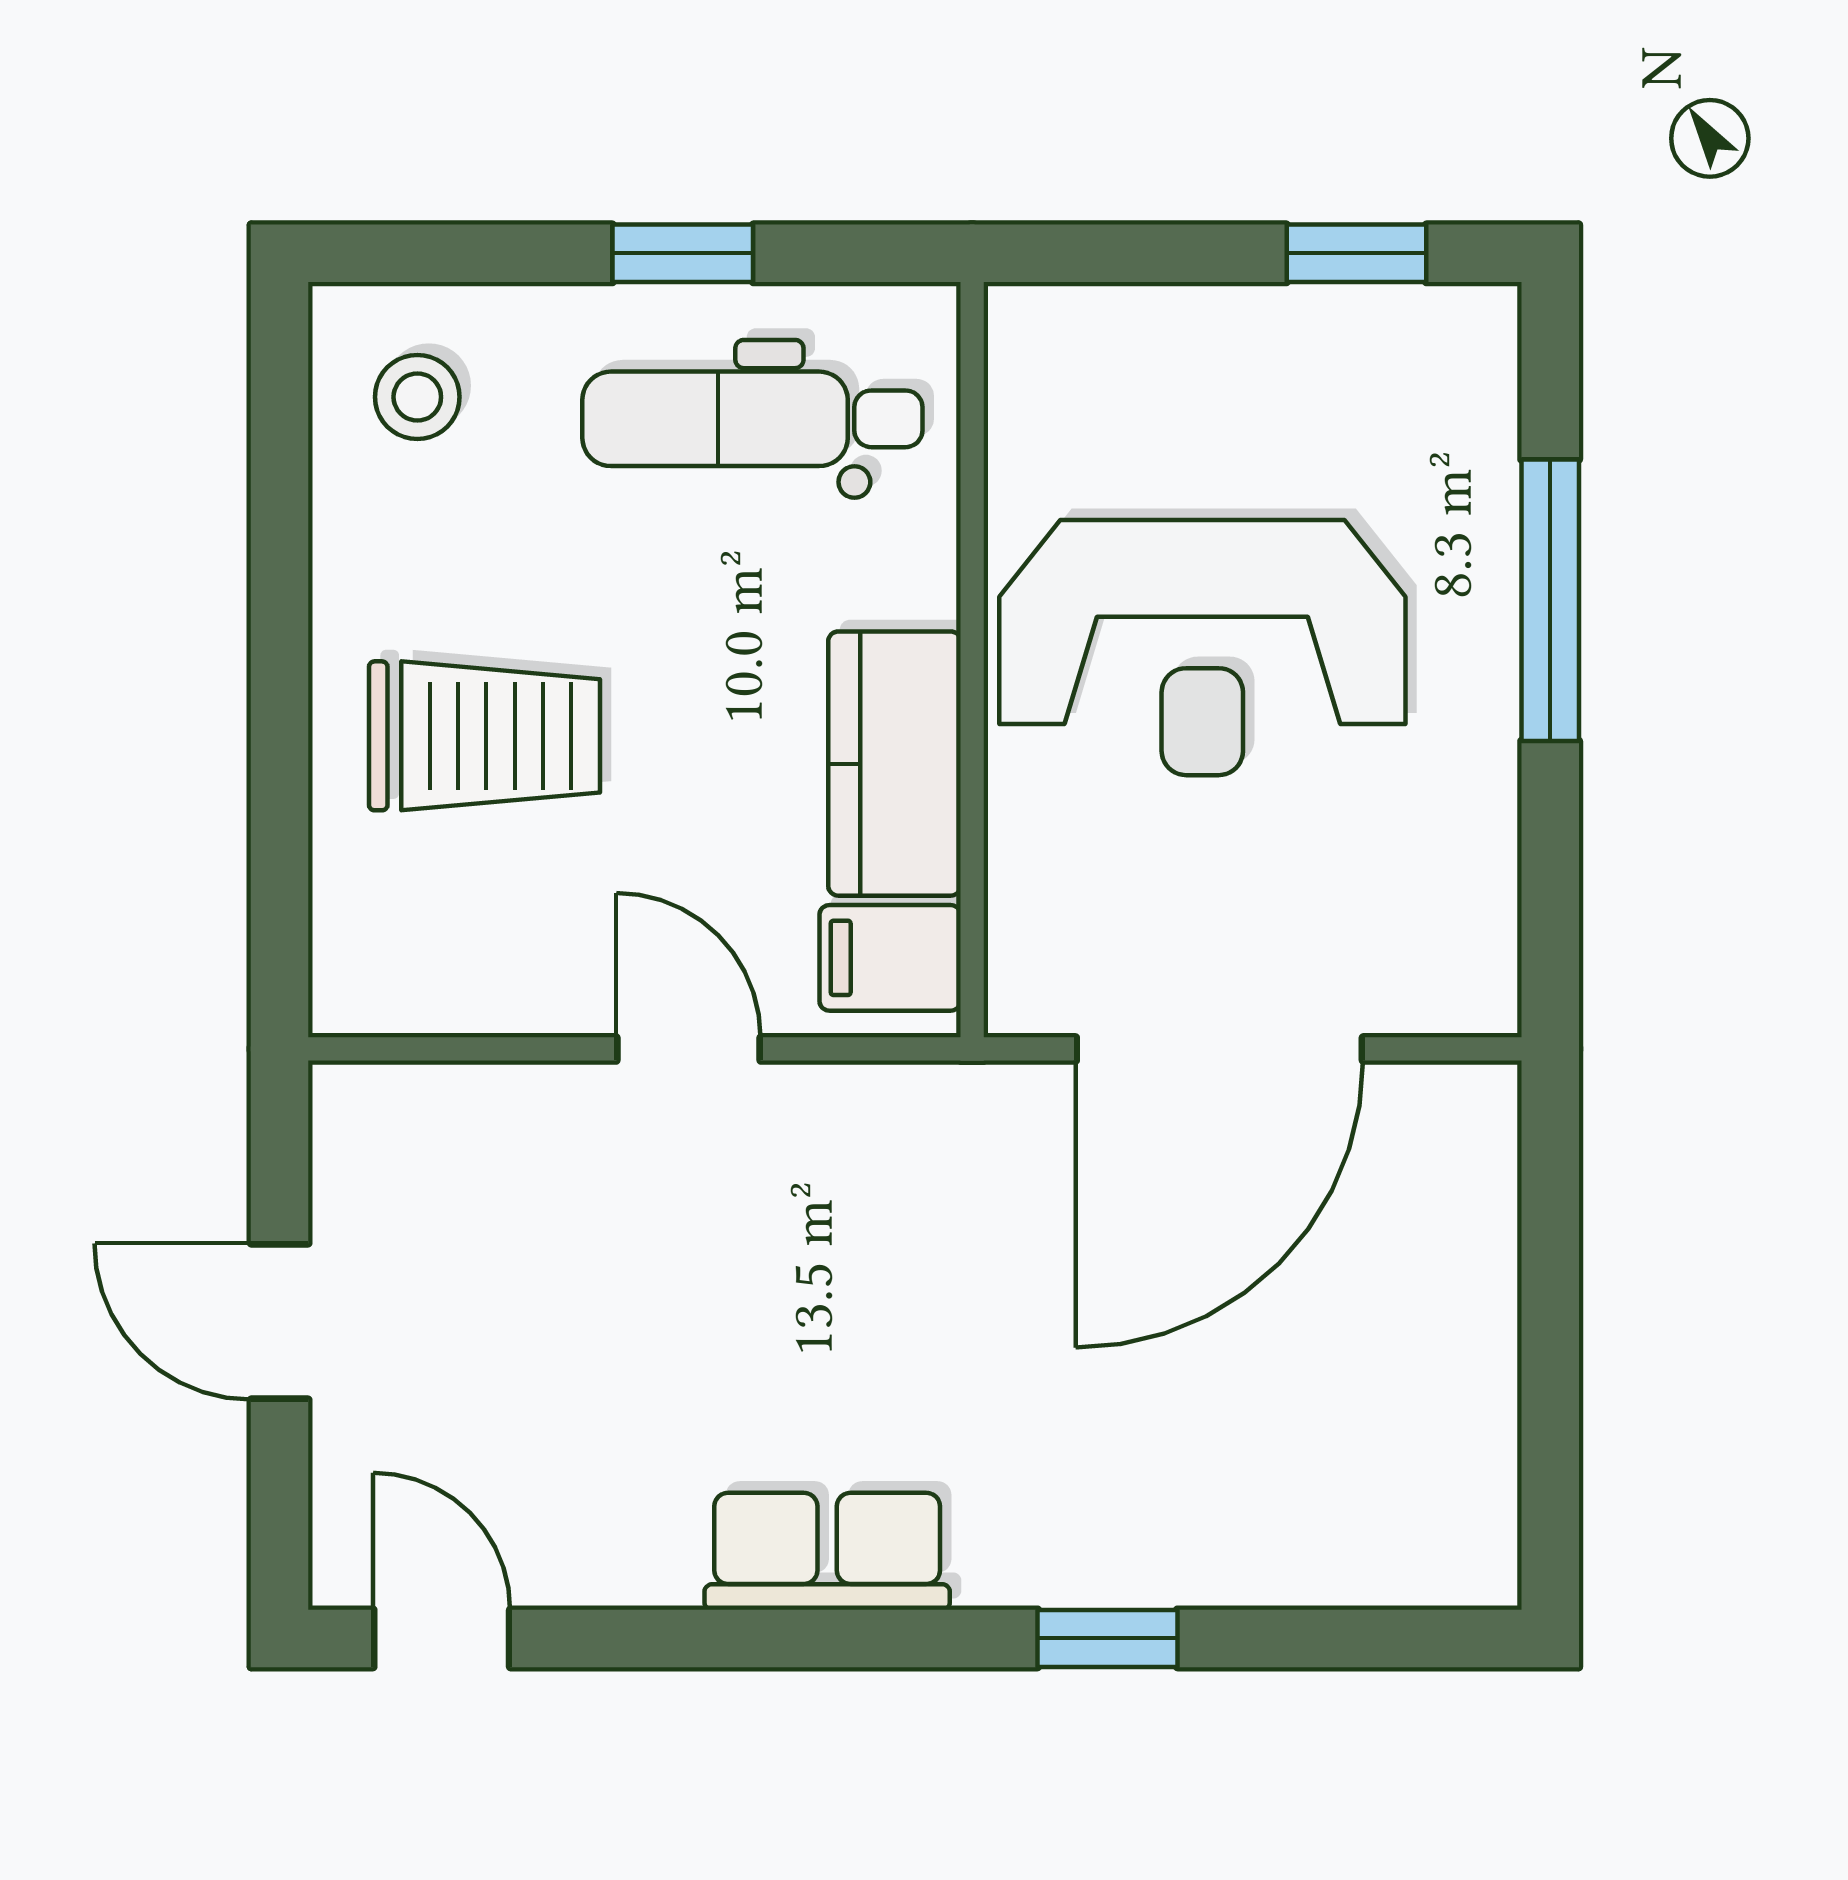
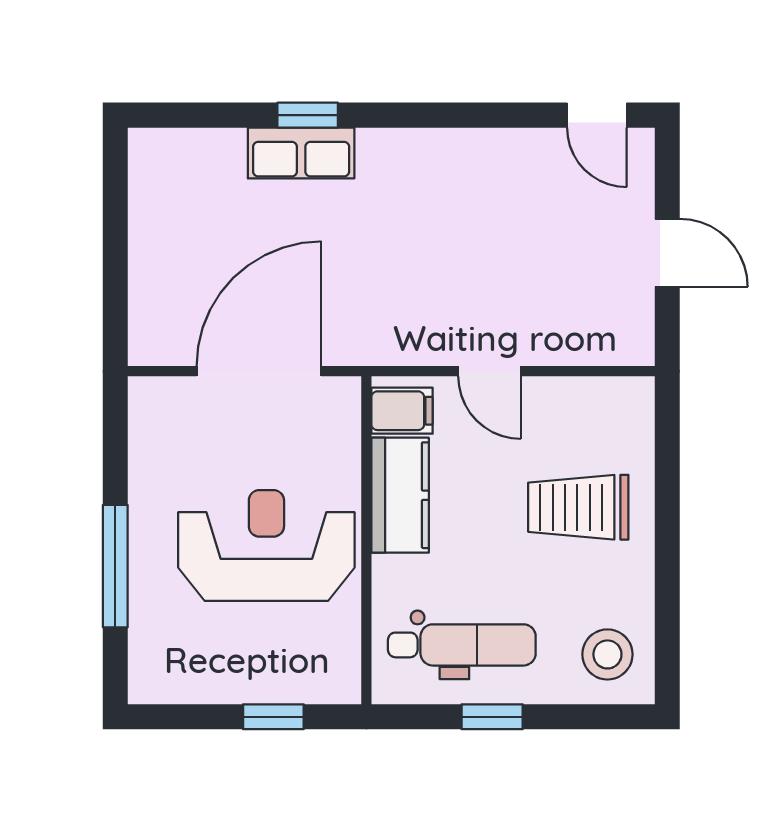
window: (1356, 253) -> (273, 717), moved
stool: (417, 397) -> (607, 654), width x1.37, depth x1.37
row of seats: (827, 1551) -> (301, 153), moved

